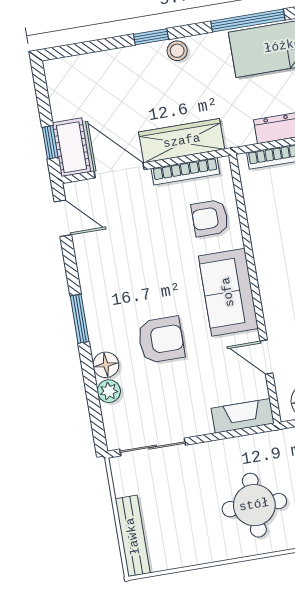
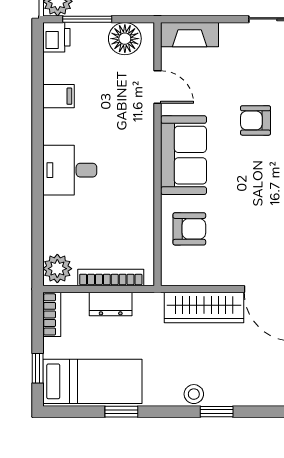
window: (248, 21) -> (121, 412), width x0.46
bookcase: (185, 171) -> (205, 278), removed
armchair: (161, 340) -> (256, 120), width x0.72, depth x0.72

